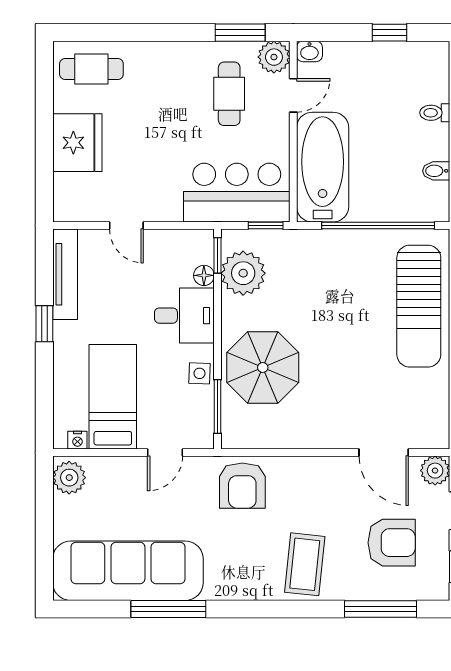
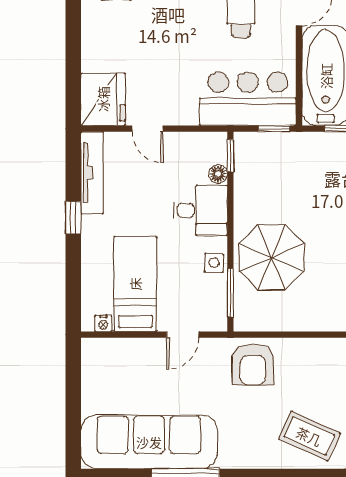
fridge: (77, 143) -> (103, 99), moved
plant: (243, 273) -> (254, 172), removed
plant: (69, 478) -> (96, 357), removed
coffee table: (305, 564) -> (309, 436), turned -72

